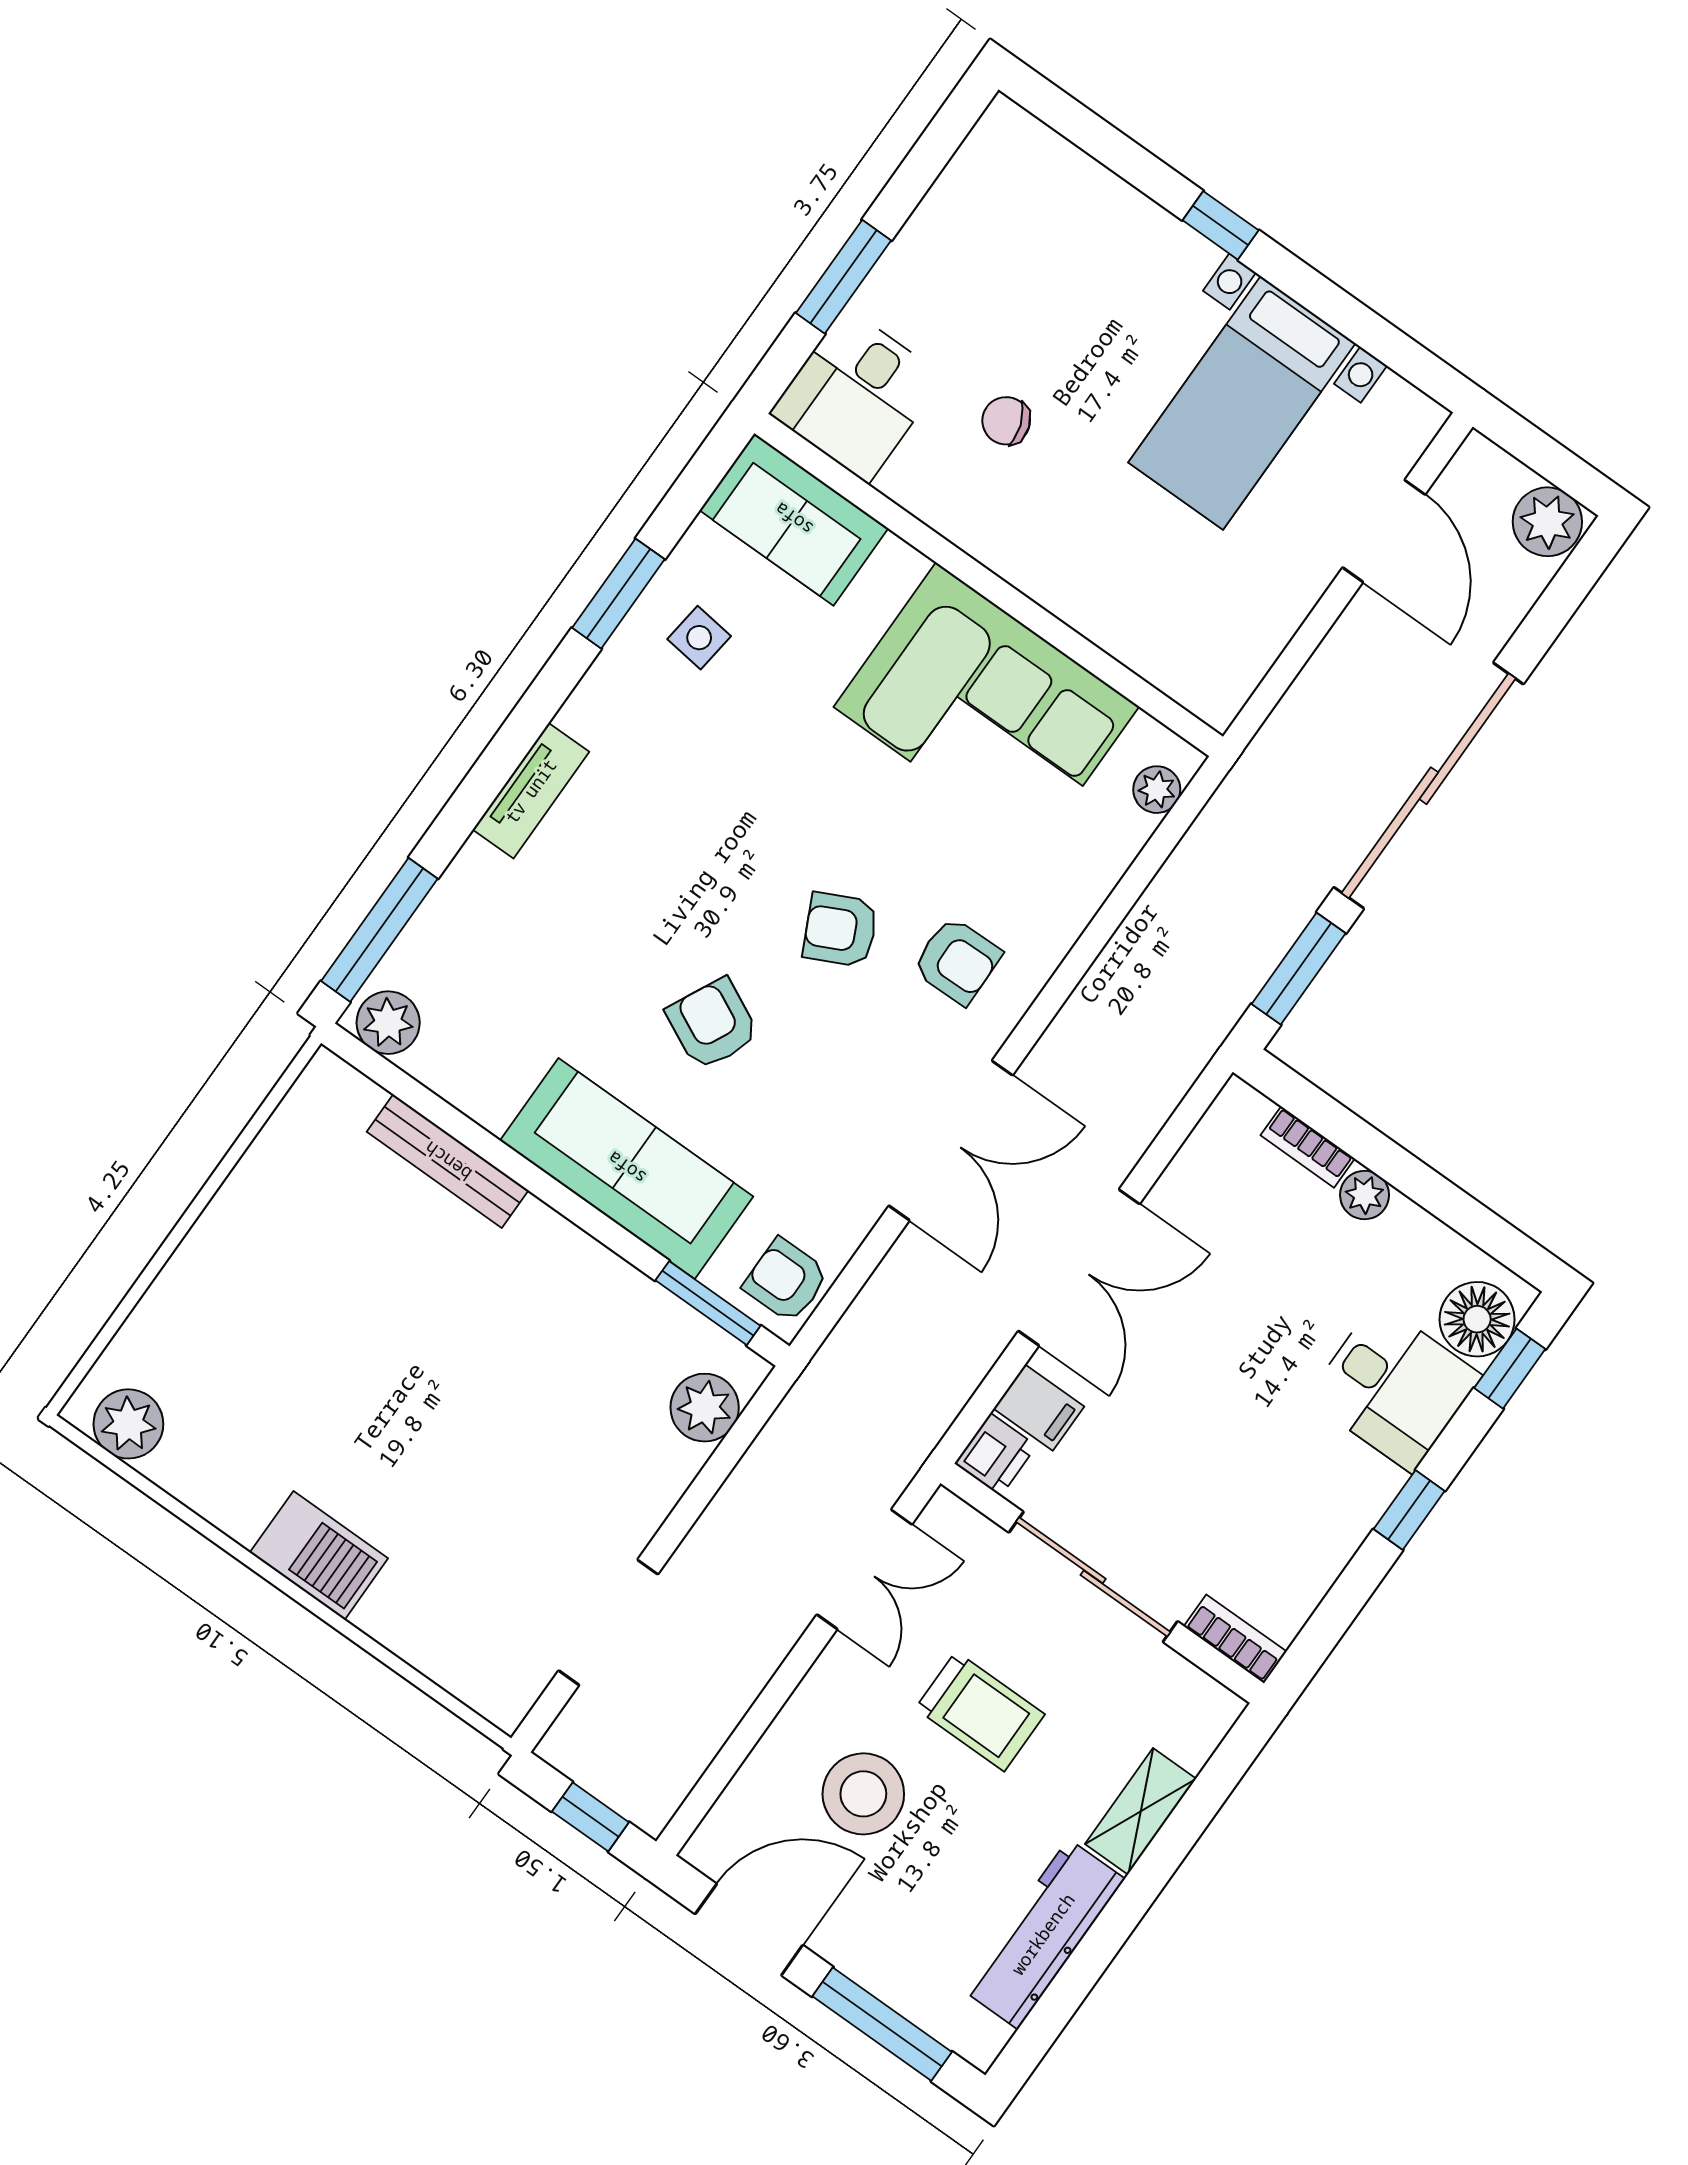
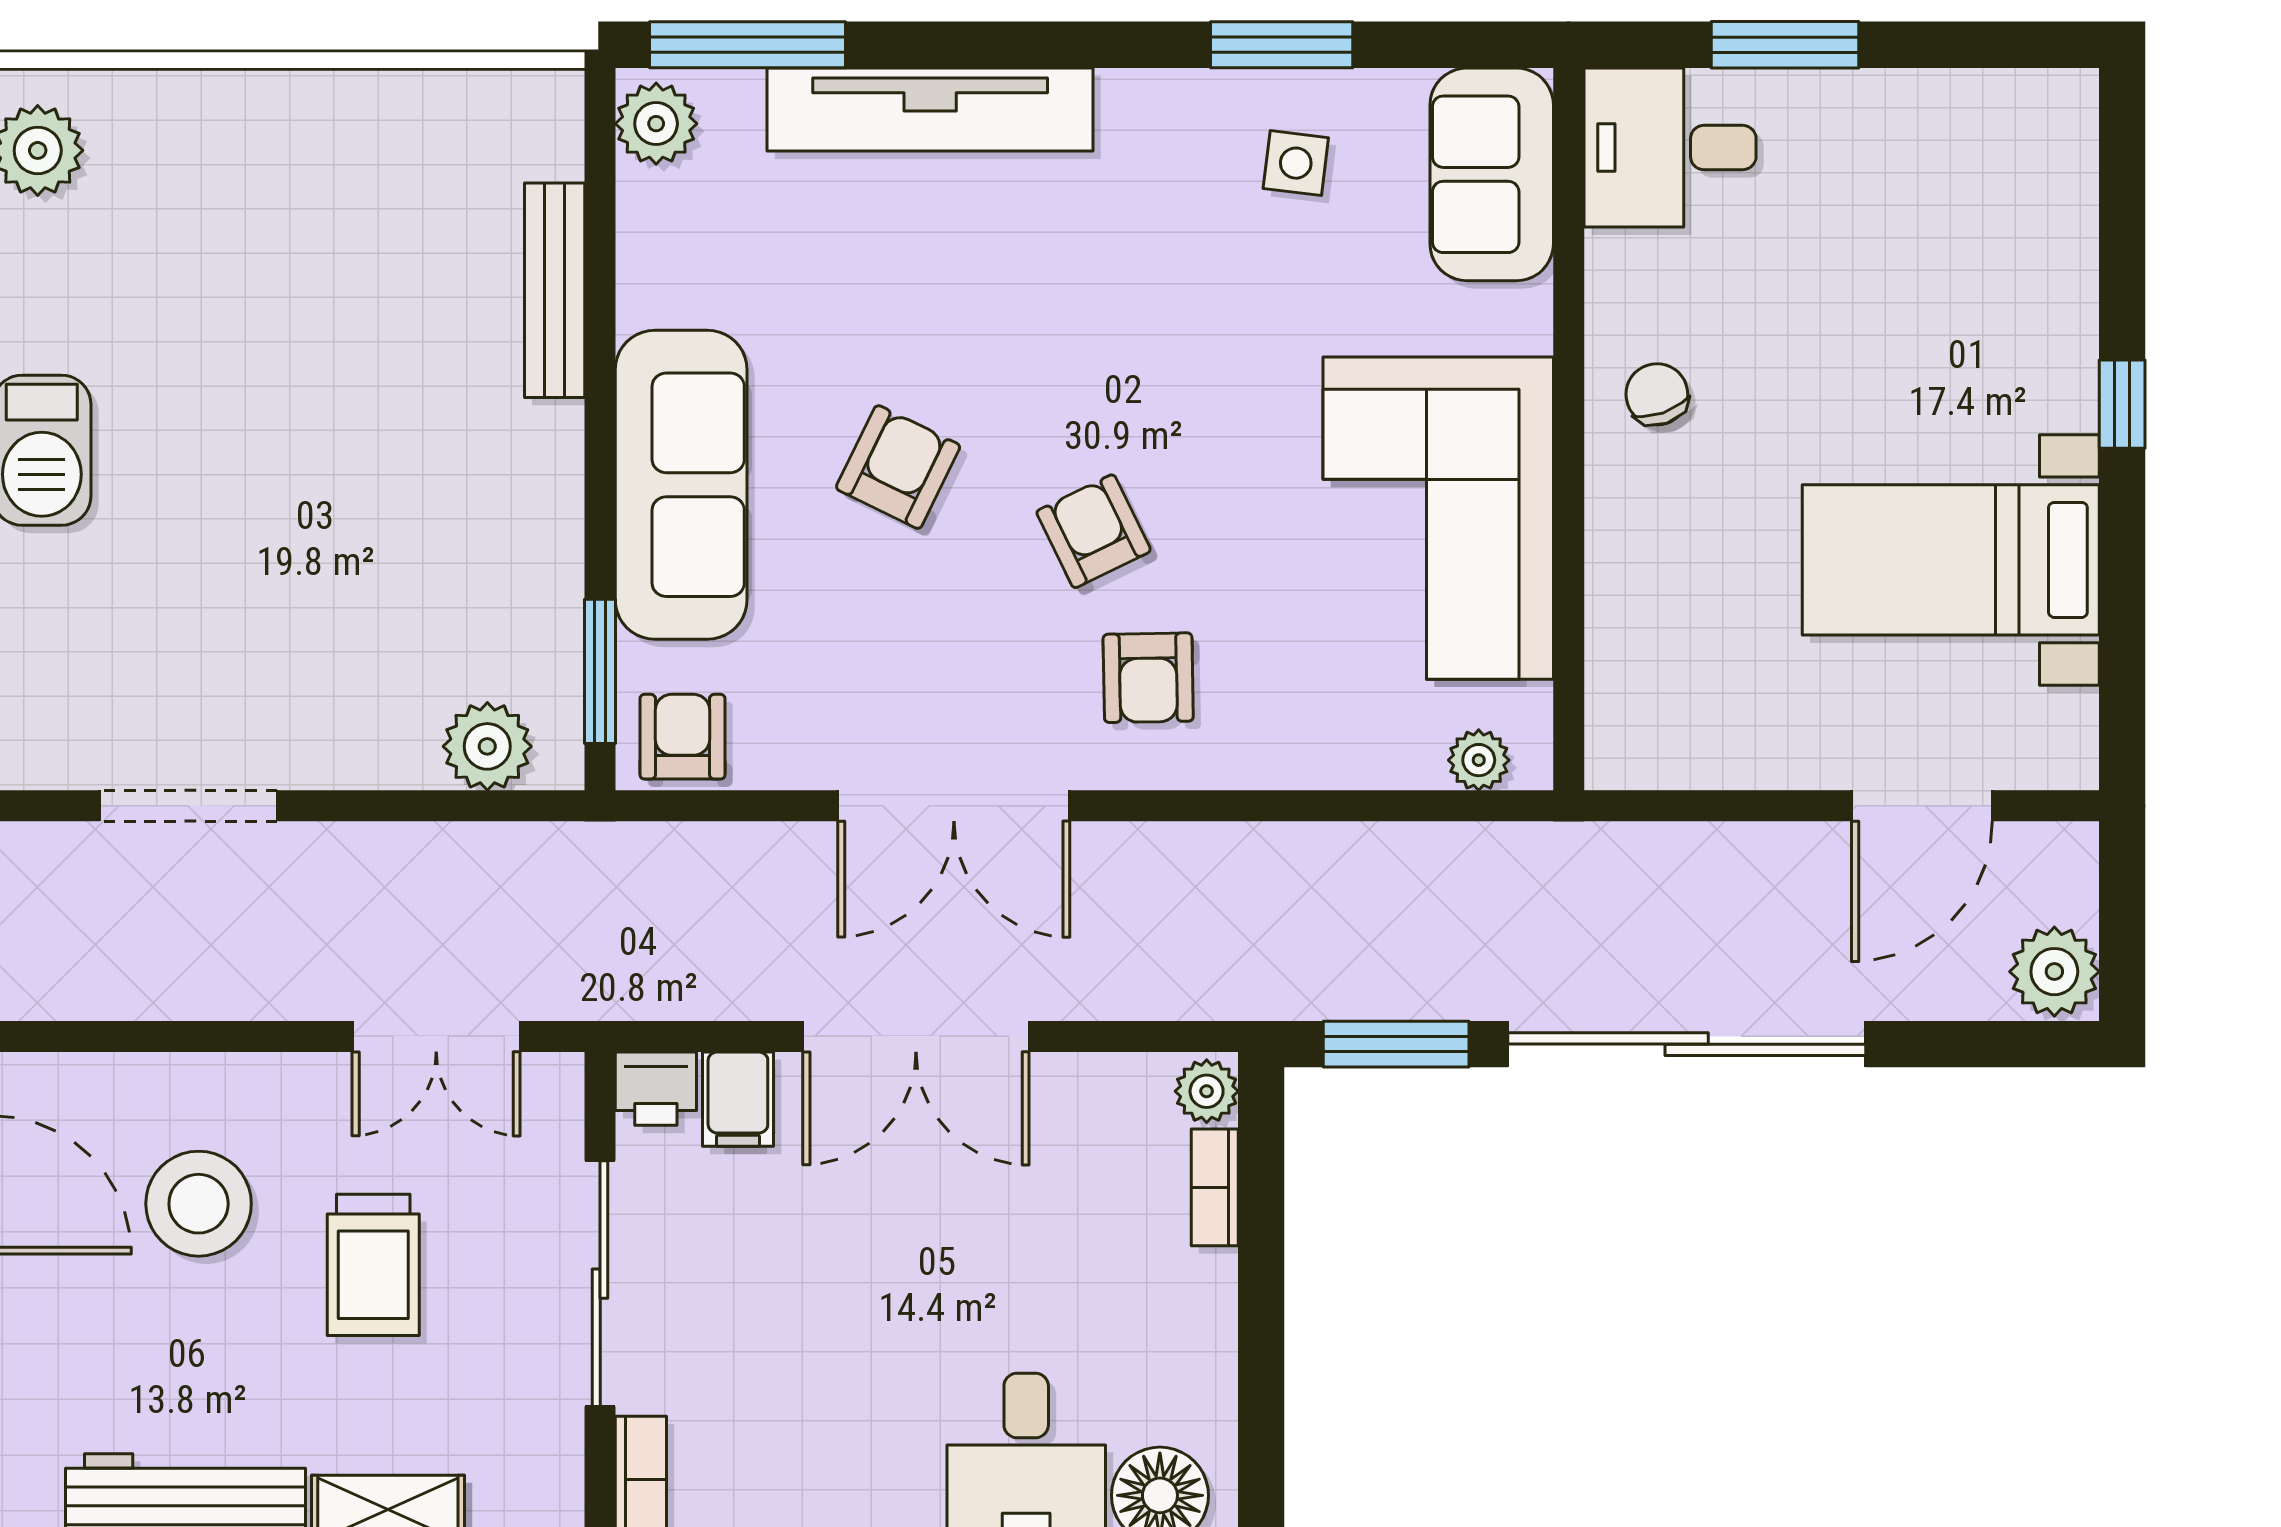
chair: (1006, 421) -> (1657, 394), moved
tv unit: (531, 791) -> (930, 110), width x1.92, depth x1.29
plant: (1365, 1195) -> (1207, 1091), moved

